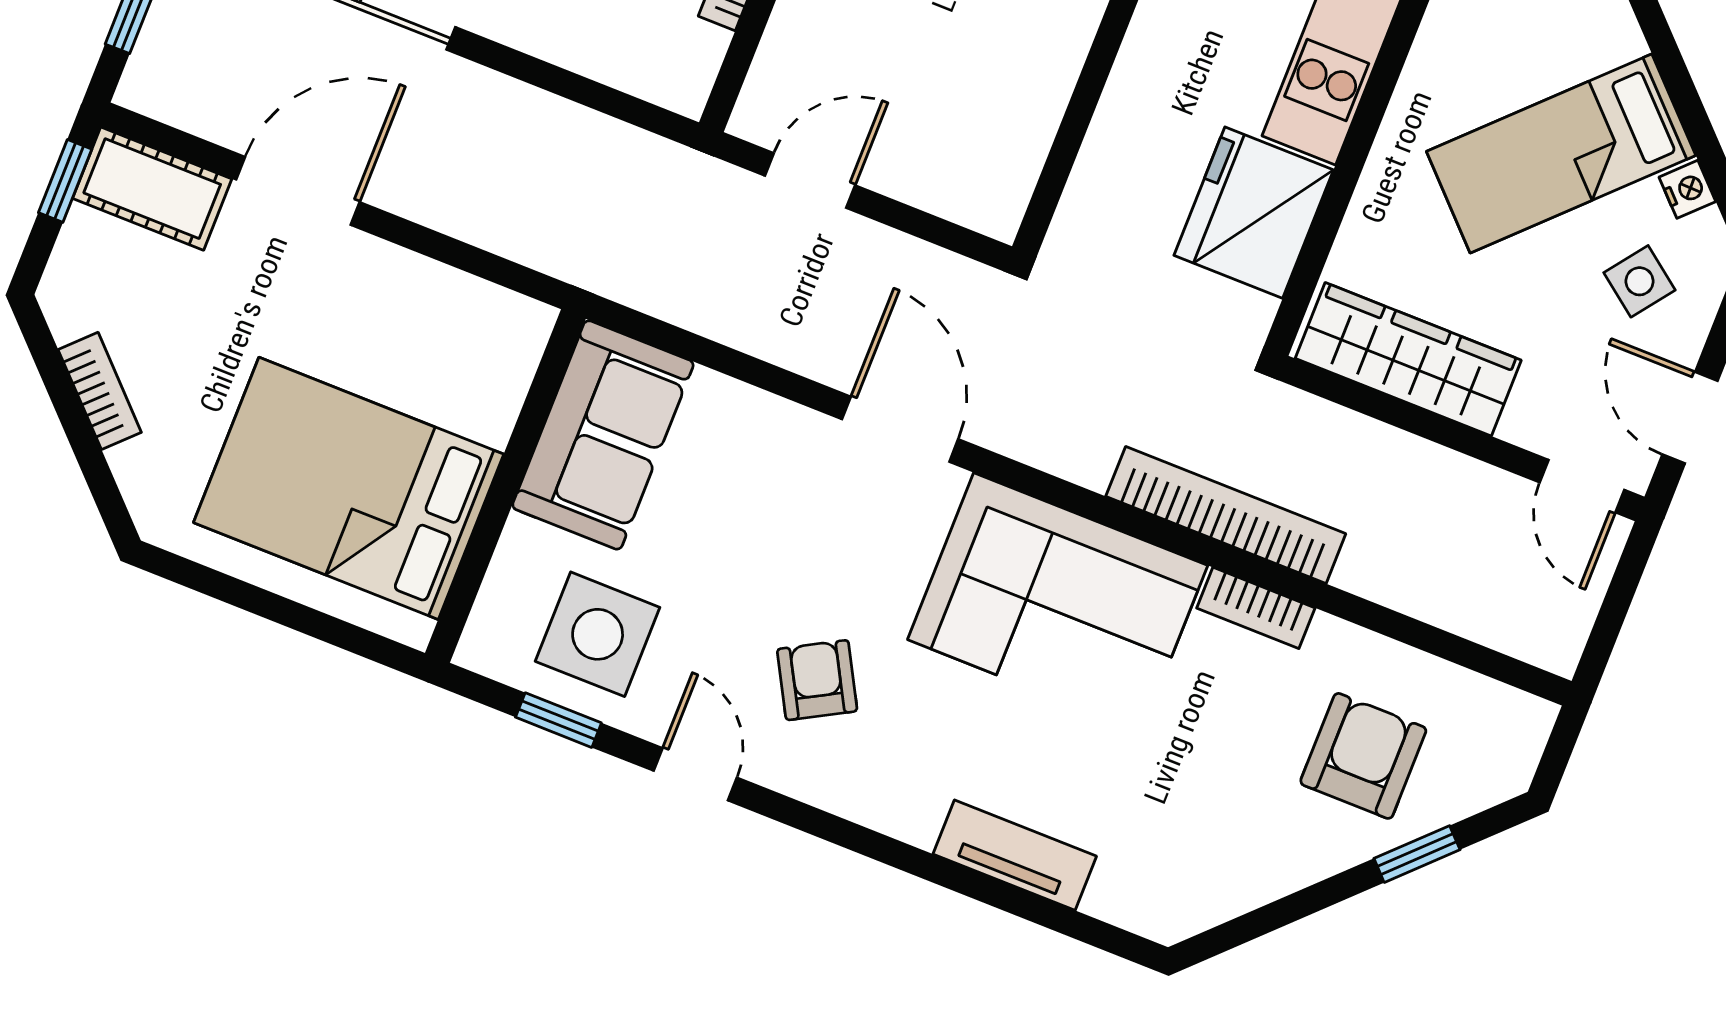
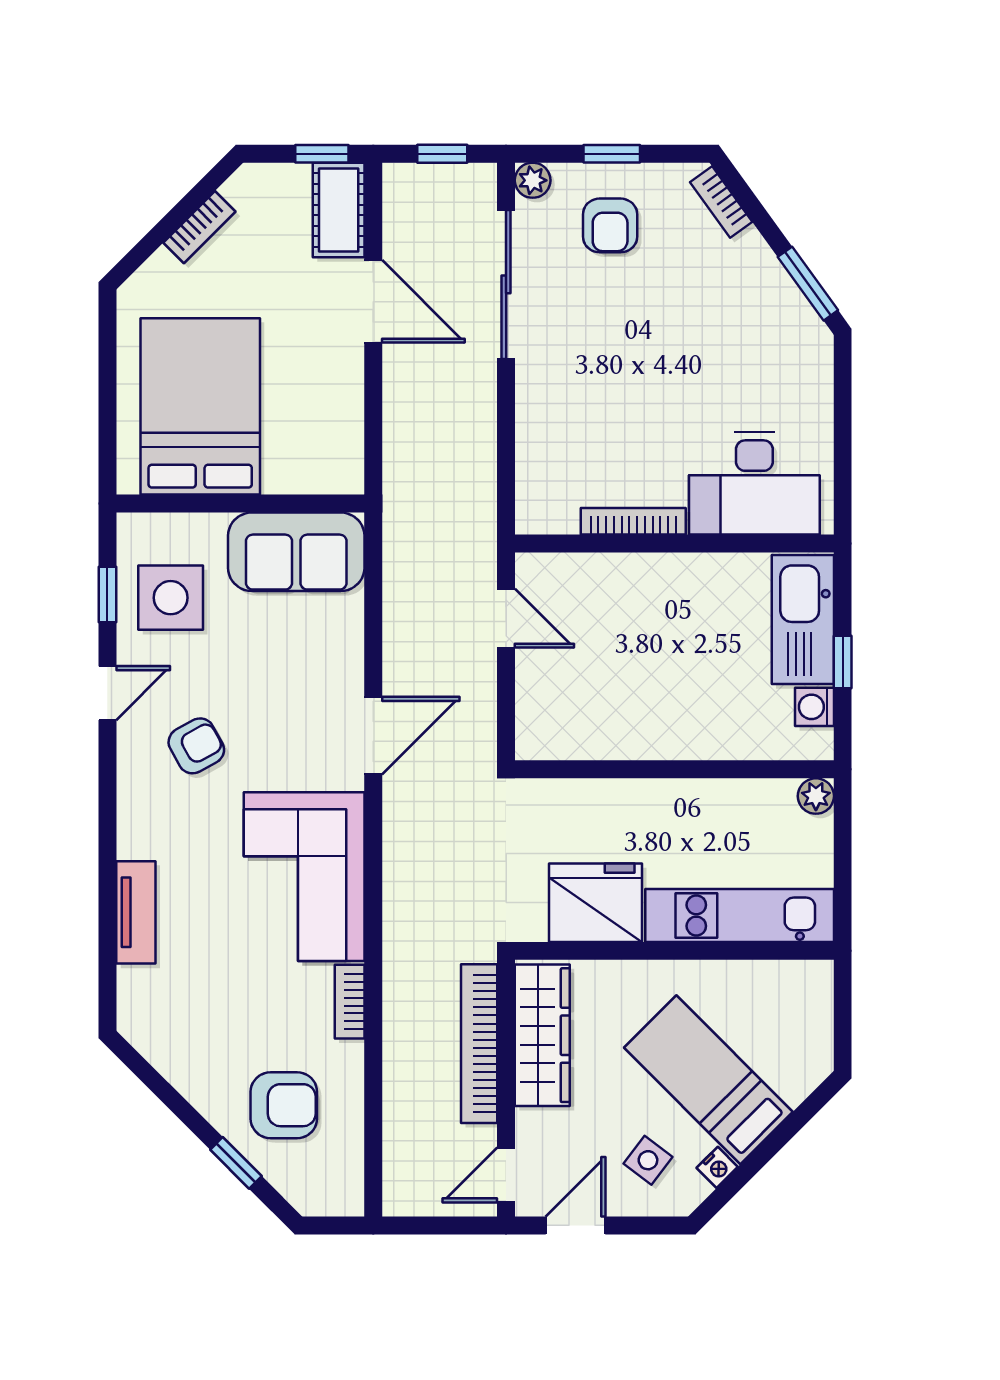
bookcase: (1226, 515) -> (479, 1044), moved, turned 180

